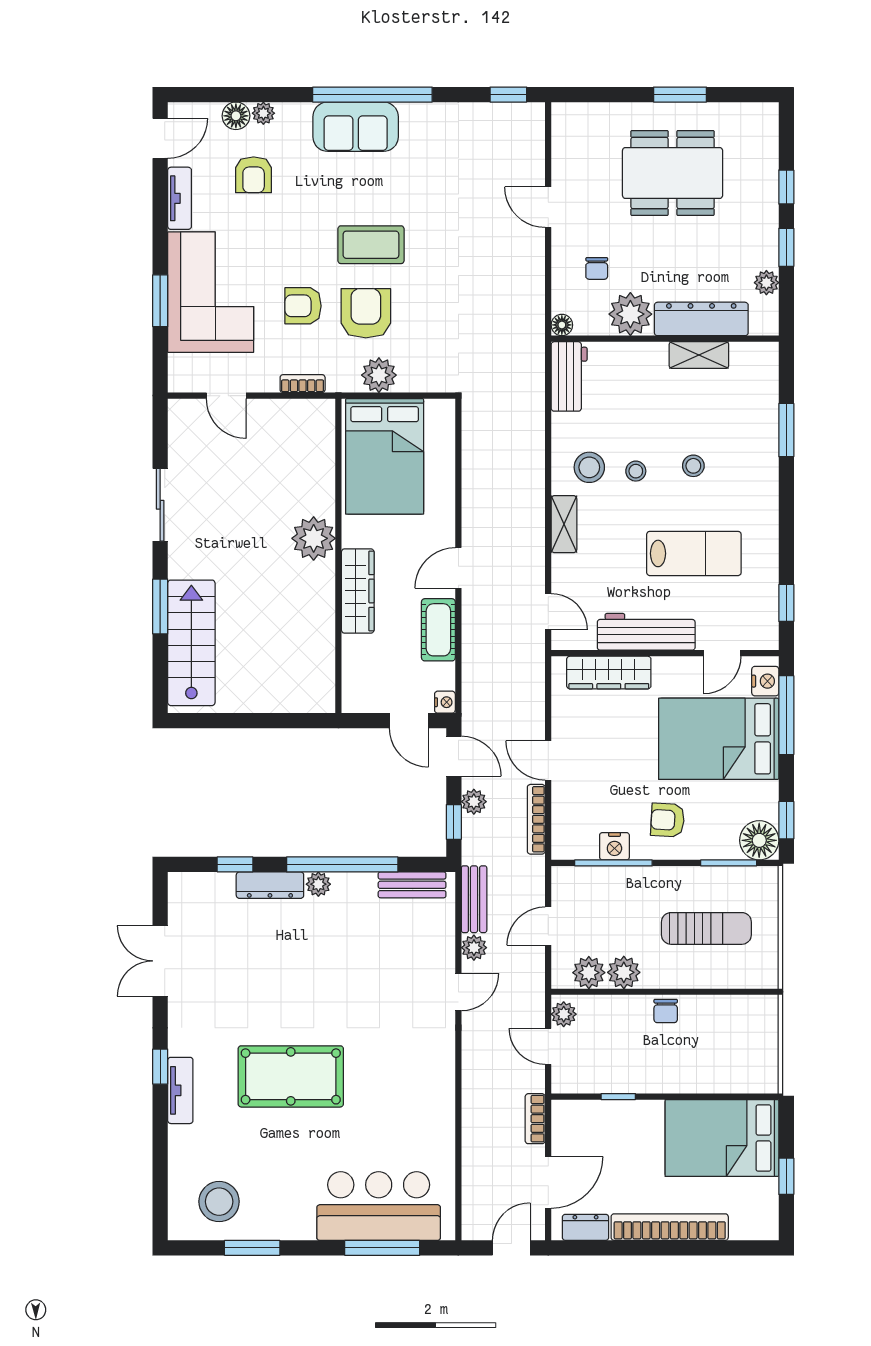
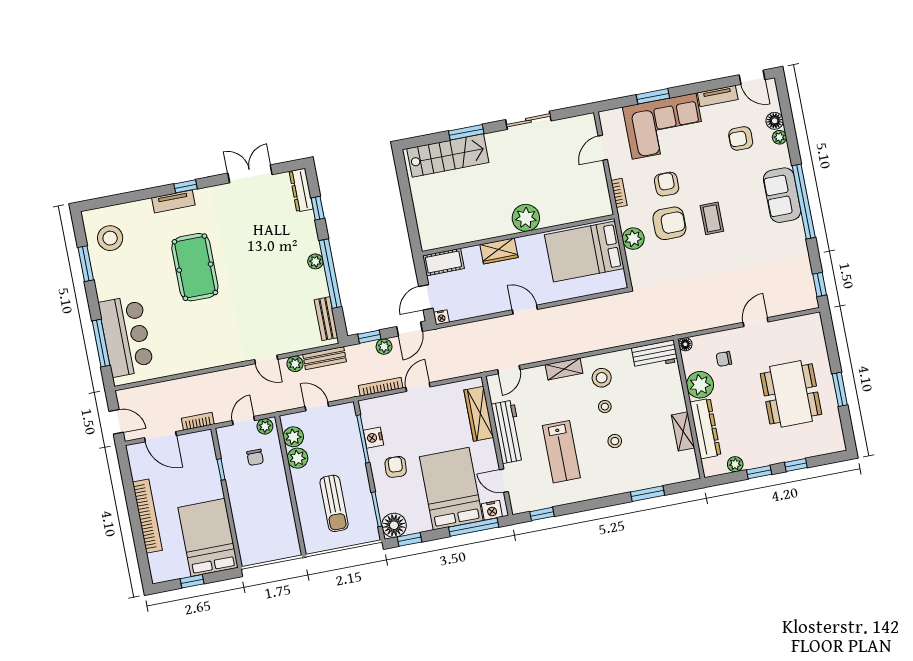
coffee table: (371, 245) -> (712, 218), width x0.73, depth x0.77
wardrobe: (358, 591) -> (499, 251), width x0.67
cot: (438, 630) -> (443, 262), moved
dresser: (270, 885) -> (301, 190), moved
chair: (666, 1011) -> (255, 457), moved, turned -90
dresser: (586, 1227) -> (137, 465), removed

